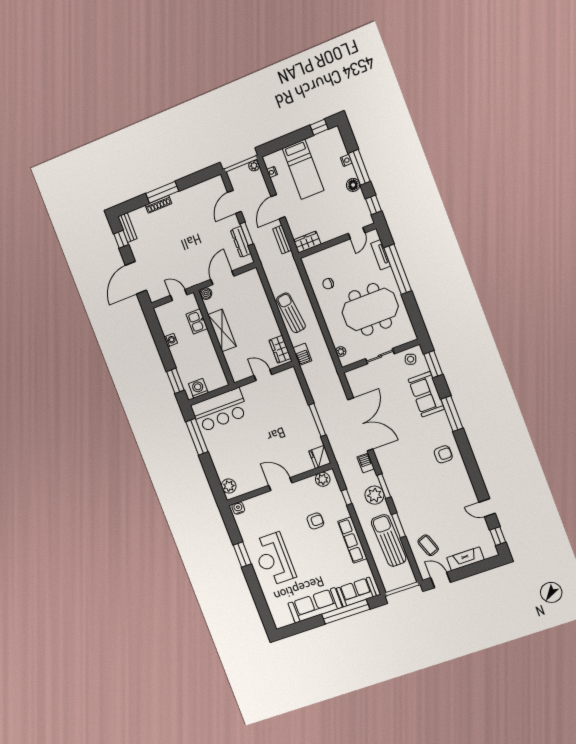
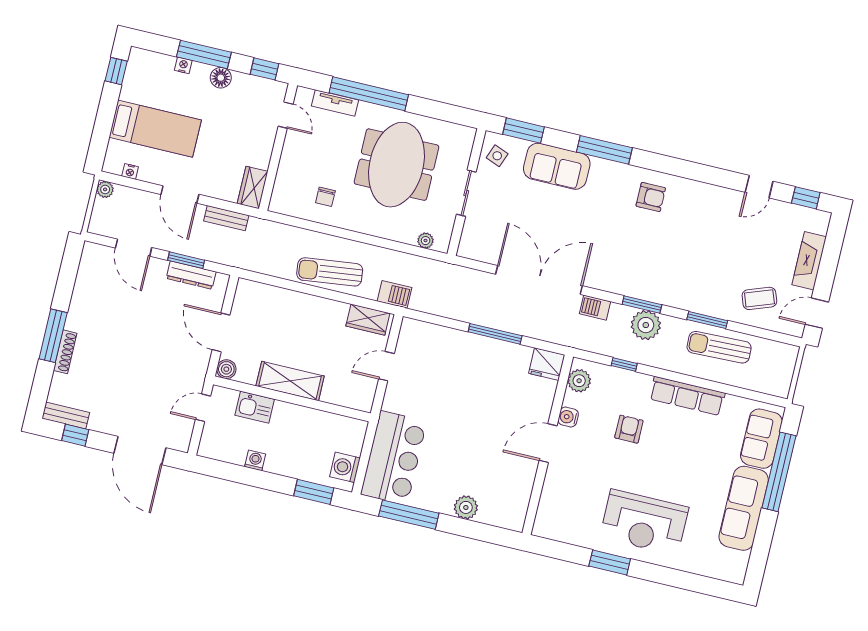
armchair: (443, 454) -> (651, 197), turned 90
plant: (229, 486) -> (466, 507), moved
water cooler: (238, 508) -> (568, 417), moved
sun lounger: (389, 540) -> (719, 347), width x0.73, depth x0.75

